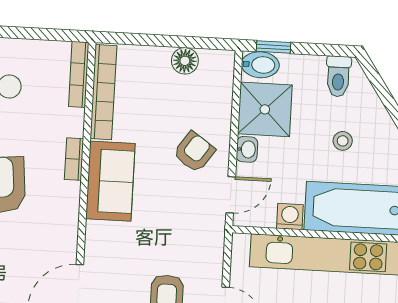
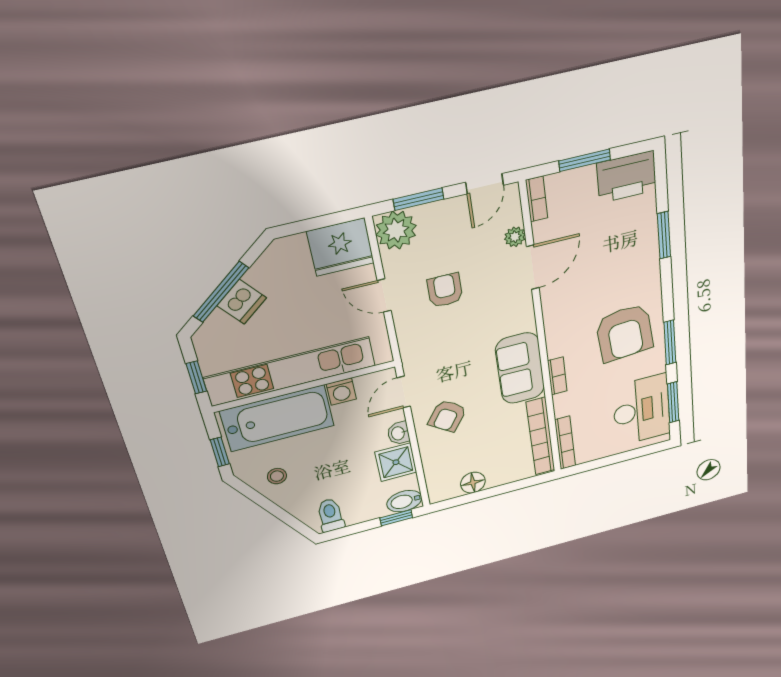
shower: (265, 109) -> (396, 462), width x0.73, depth x0.73
stool: (343, 141) -> (277, 476), moved

